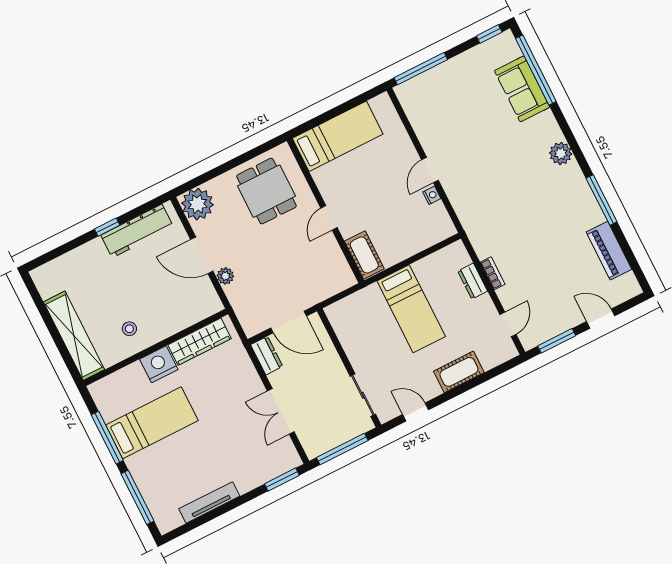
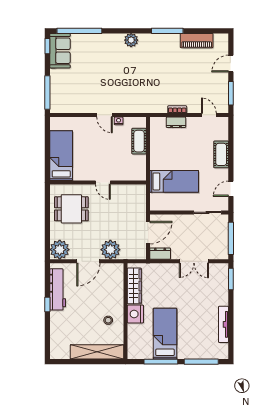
sofa: (522, 89) -> (60, 51), moved, turned -90
cot: (364, 255) -> (139, 141), moved, turned 90
plant: (225, 276) -> (110, 250), width x1.87, depth x1.87
bed: (411, 309) -> (174, 181), moved

